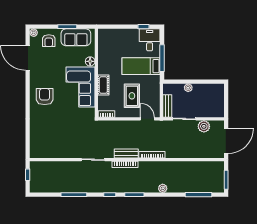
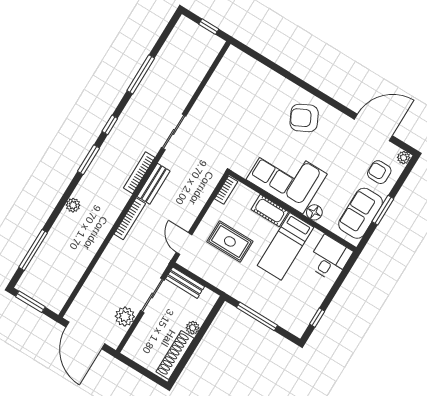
desk: (150, 40) -> (330, 258), moved, turned -90
bed: (141, 66) -> (285, 246), moved, turned 180
shoe rack: (208, 88) -> (175, 355), added
armchair: (45, 97) -> (304, 118), turned 153
door: (147, 119) -> (184, 244), swing flipped

